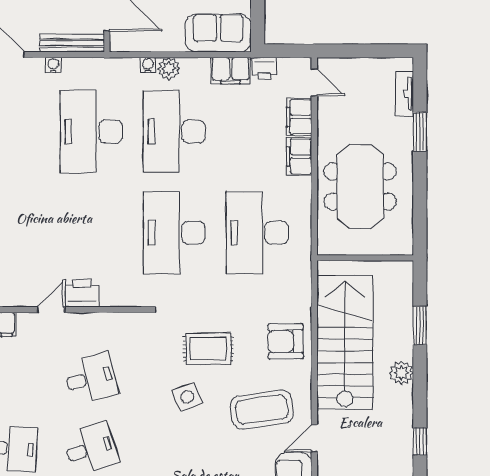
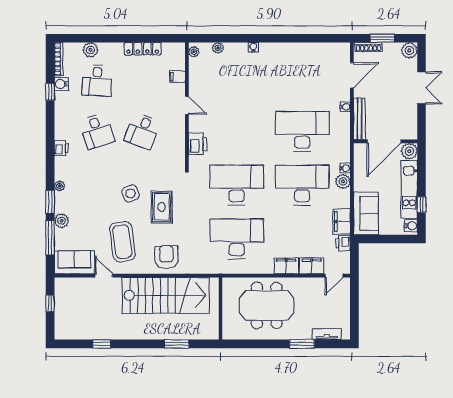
printer: (82, 293) -> (198, 144), moved
plant: (401, 373) -> (146, 332), removed
desk: (91, 378) -> (143, 131), turned 36

